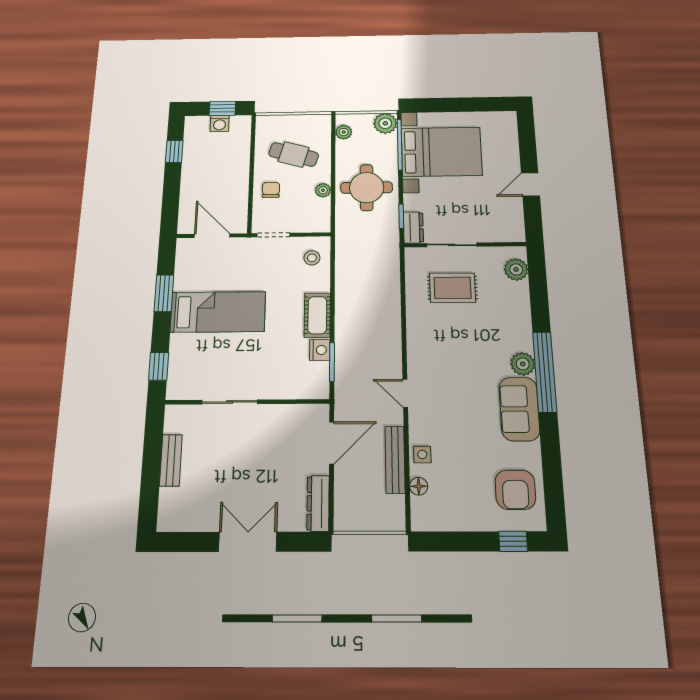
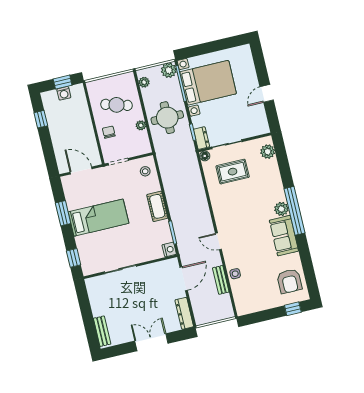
nightstand: (320, 350) -> (169, 249), moved
bench: (171, 460) -> (102, 331), moved
bench: (395, 460) -> (221, 280), width x0.73
floor lamp: (419, 486) -> (205, 156), moved

